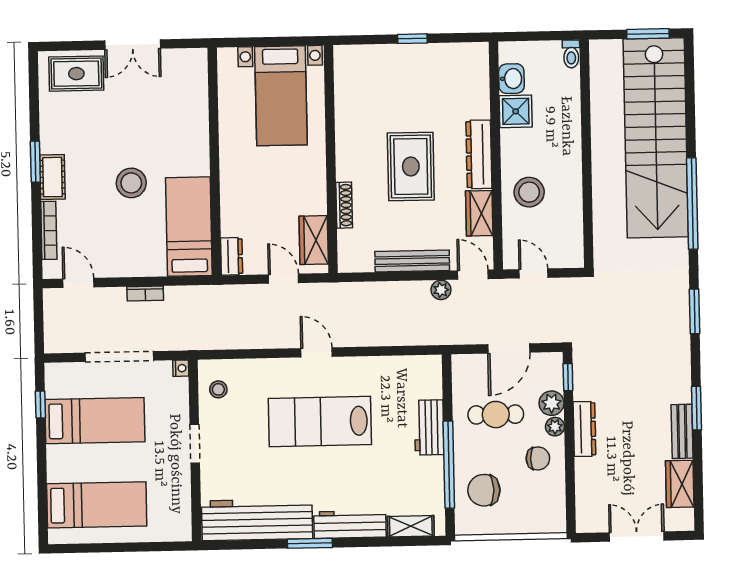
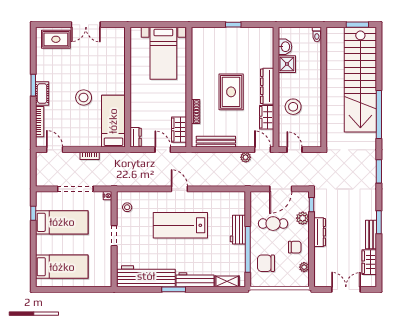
bench: (412, 261) -> (216, 142), moved
plant: (555, 427) -> (304, 267), moved

